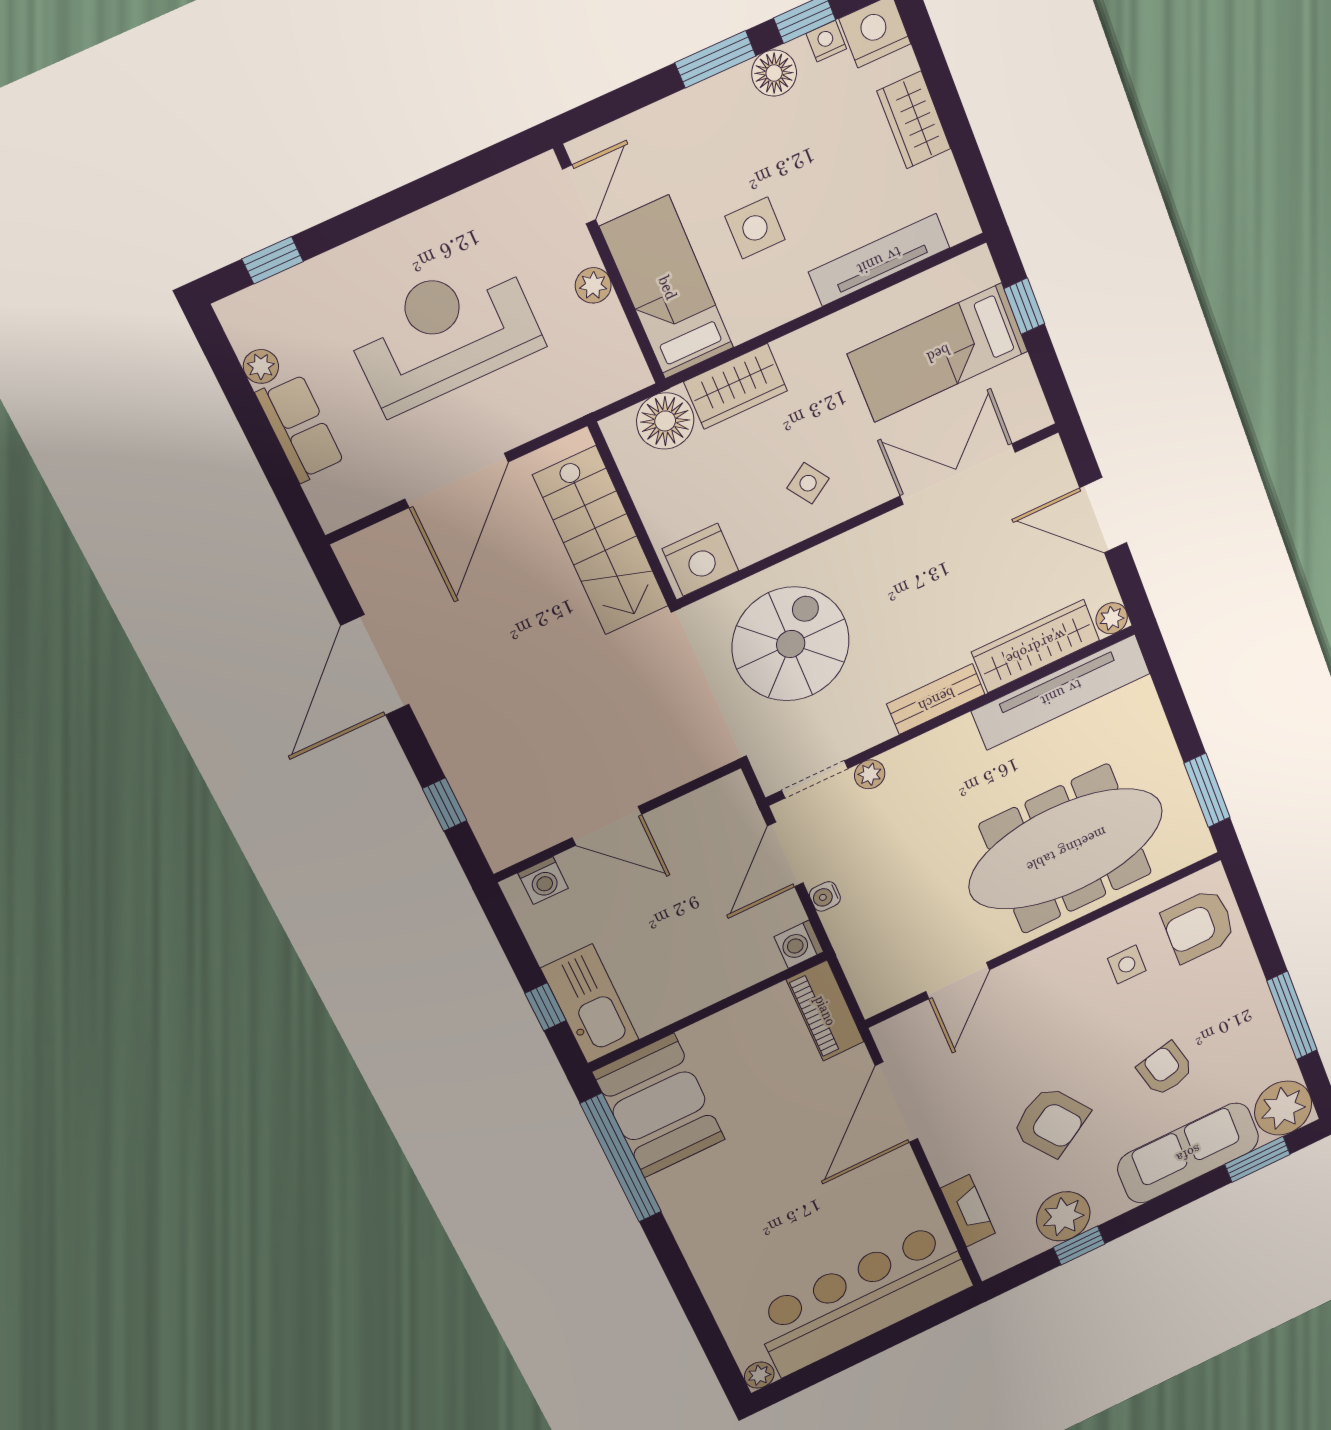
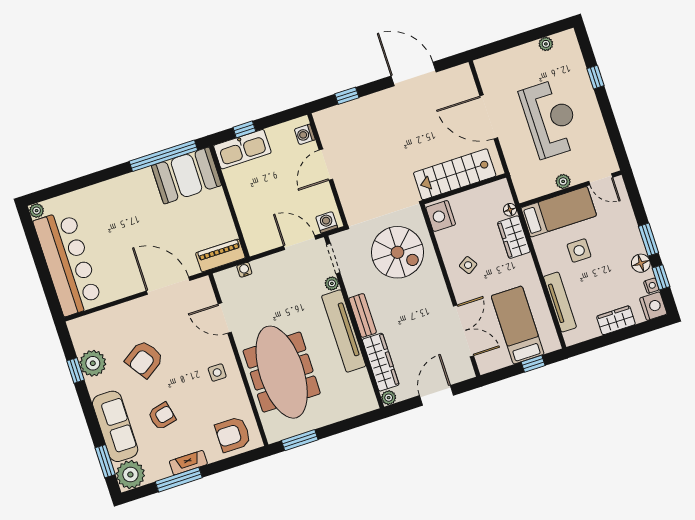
window: (273, 260) -> (595, 77), moved
floor lamp: (665, 421) -> (510, 210), width x0.53, depth x0.53
row of seats: (300, 428) -> (519, 56), removed
tv unit: (1061, 692) -> (344, 331), moved
water cooler: (825, 896) -> (244, 270), moved
armchair: (1199, 926) -> (233, 434), turned -90
washing machine: (799, 944) -> (327, 222), moved
side table: (1127, 964) -> (217, 373), moved
fireplace: (968, 1211) -> (188, 463), moved, turned 180

